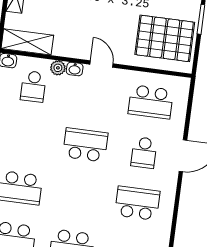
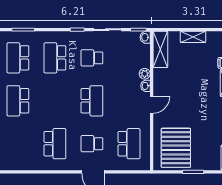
school desk: (33, 86) -> (92, 58), moved
school desk: (151, 102) -> (129, 144), turned 180

